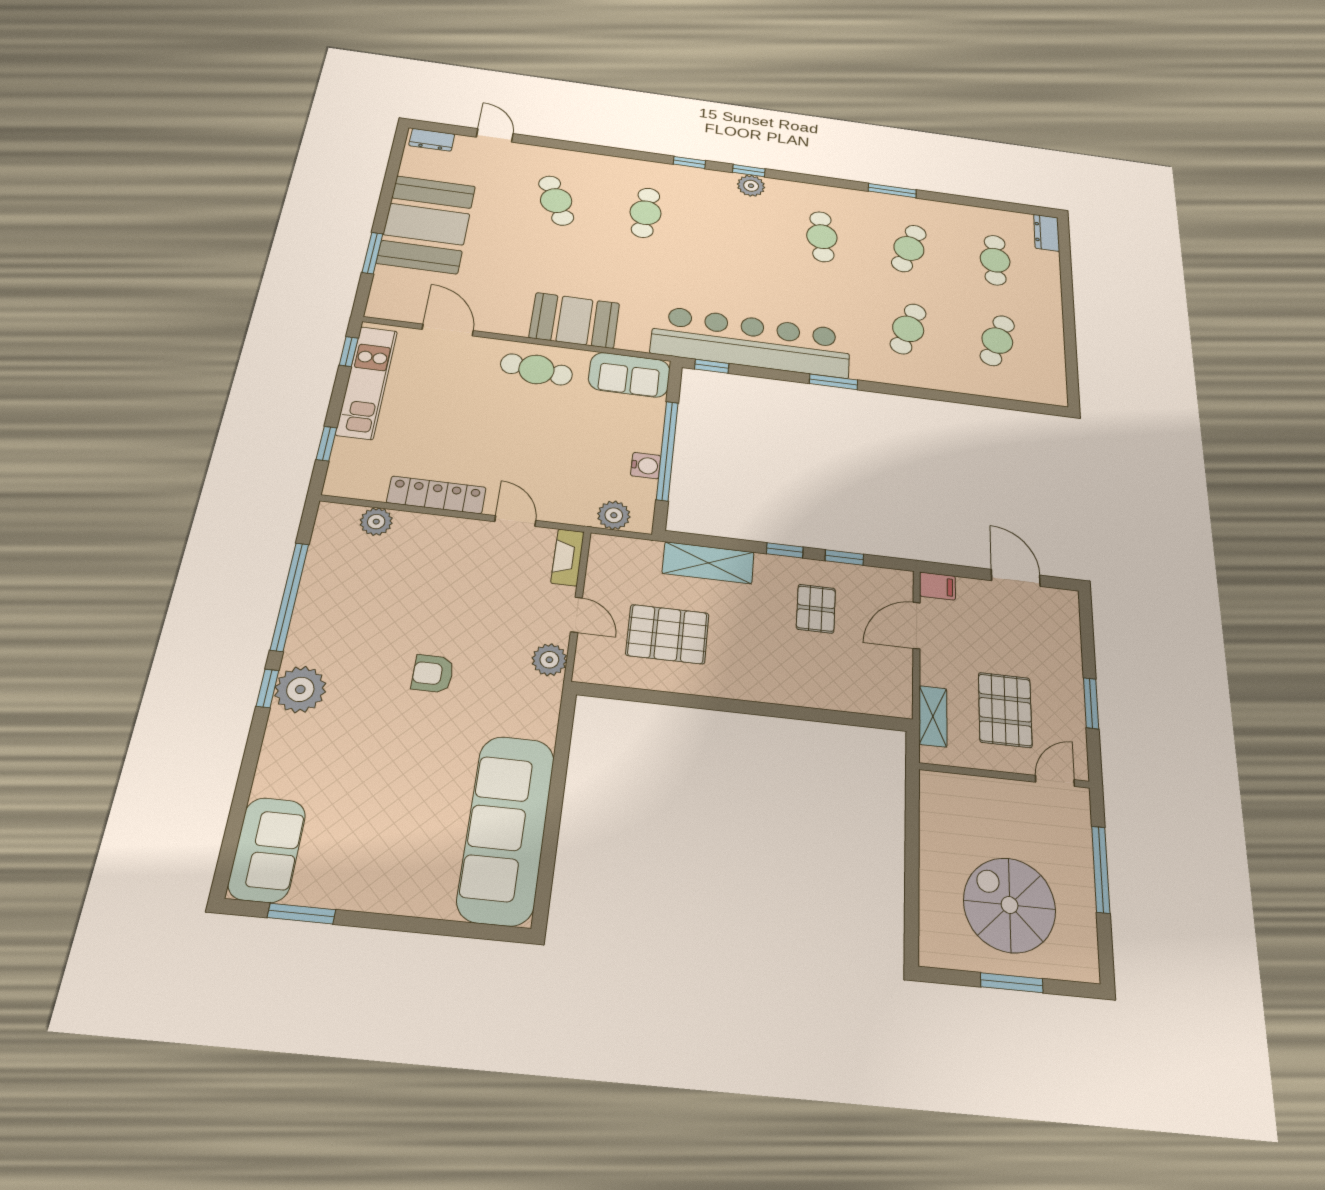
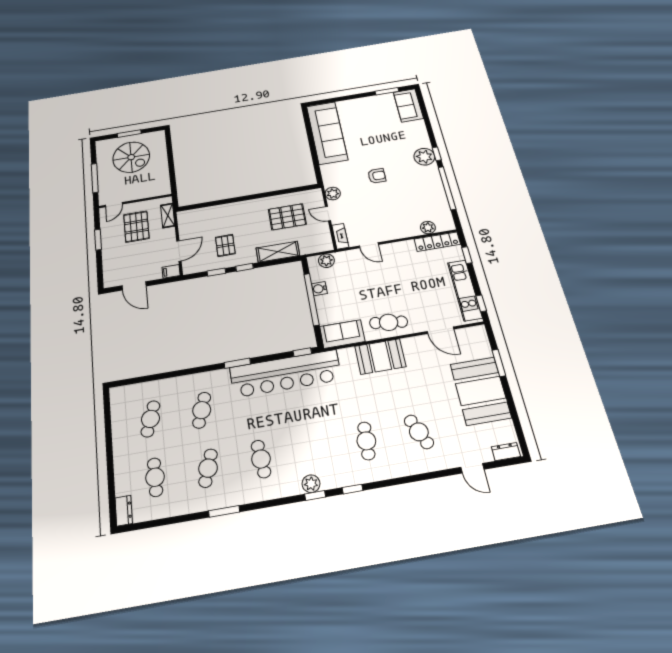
locker: (436, 495) -> (437, 242), moved

